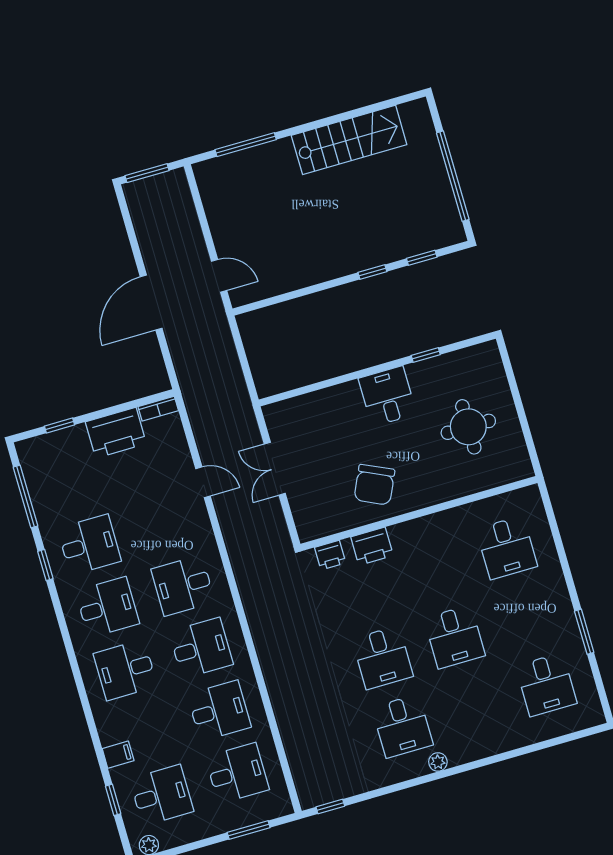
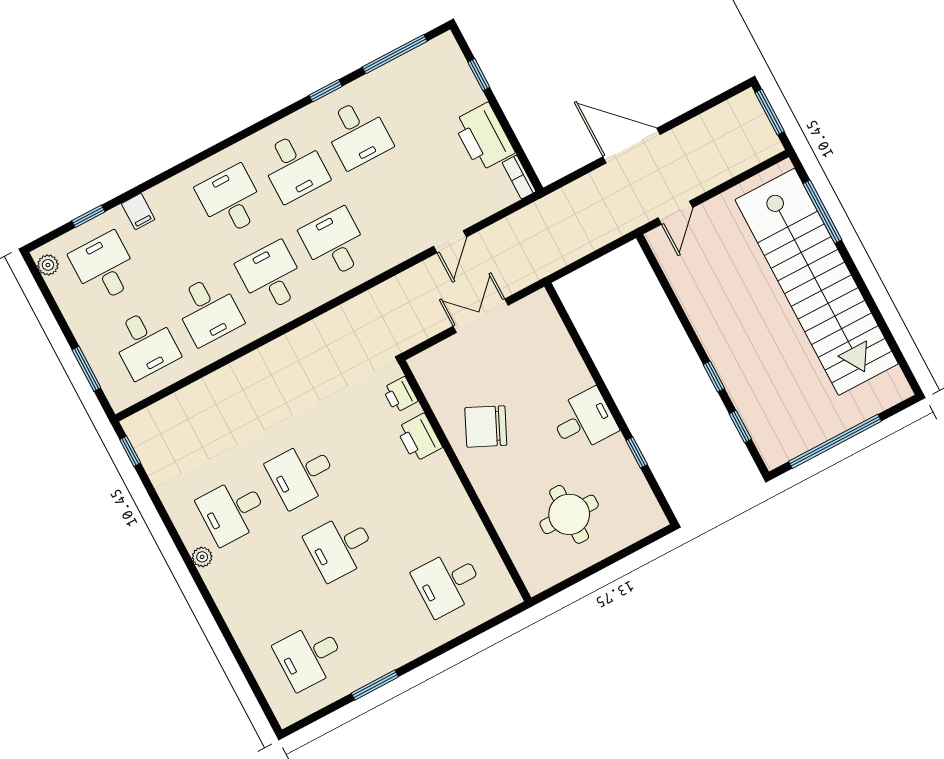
stairs: (349, 140) -> (817, 282), width x1.86, depth x1.51
desk: (201, 648) -> (271, 277), turned 180
desk: (162, 795) -> (104, 267), turned 180

